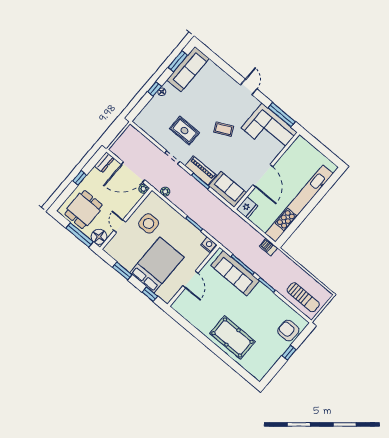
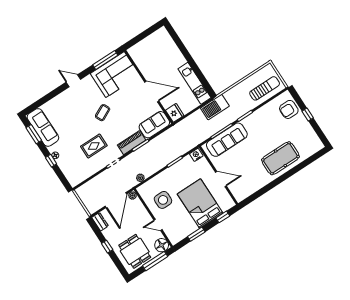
kitchen unit: (299, 203) -> (194, 83), width x0.54
barbecue: (268, 247) -> (215, 107), width x1.88, depth x1.53

